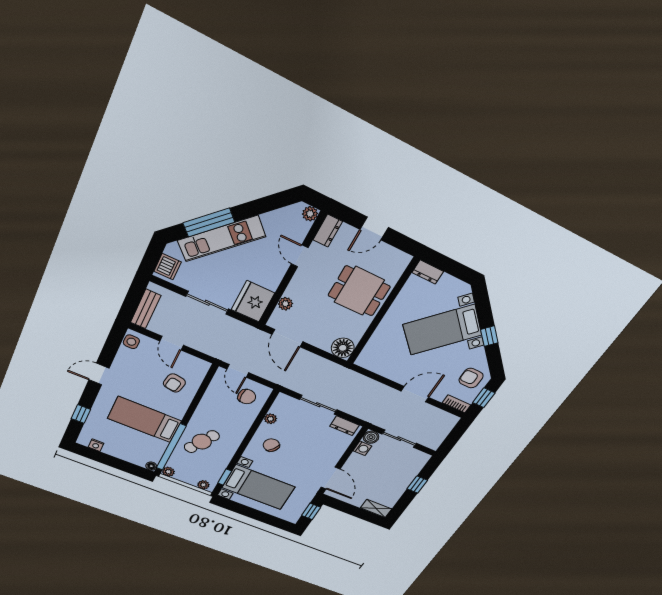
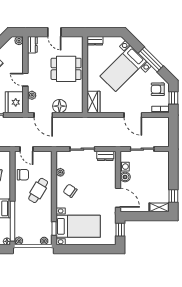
door: (374, 228) -> (54, 32), hinge flipped
door: (300, 256) -> (25, 80), moved
window: (489, 336) -> (151, 60), width x2.17
floor lamp: (343, 348) -> (59, 106), moved
wardrobe: (371, 354) -> (93, 102), added
door: (415, 394) -> (133, 115), swing flipped
chair: (247, 397) -> (23, 175), moved
boiler: (371, 437) -> (125, 177), moved
cafe table: (202, 442) -> (38, 190), moved
window: (417, 485) -> (173, 196), moved

